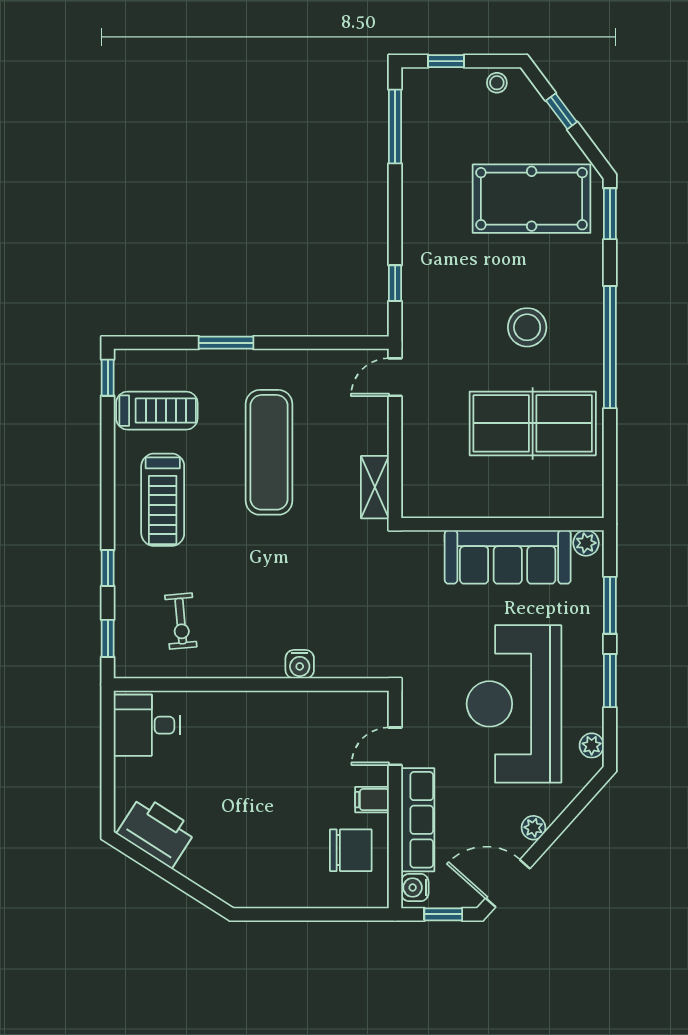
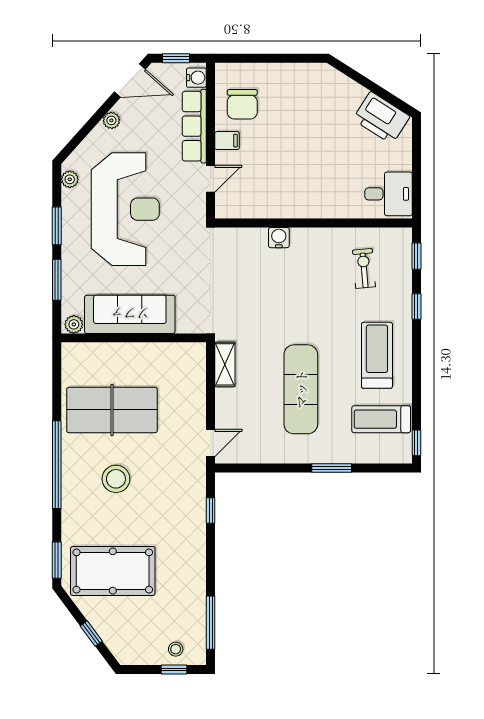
stool: (497, 83) -> (176, 649), moved
chair: (351, 850) -> (242, 104), turned -90

